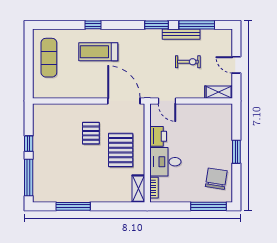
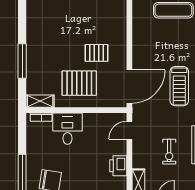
treadmill: (98, 52) -> (179, 86), moved, turned 180
printer: (158, 136) -> (118, 166), moved, turned 90
window: (73, 206) -> (22, 61), moved

